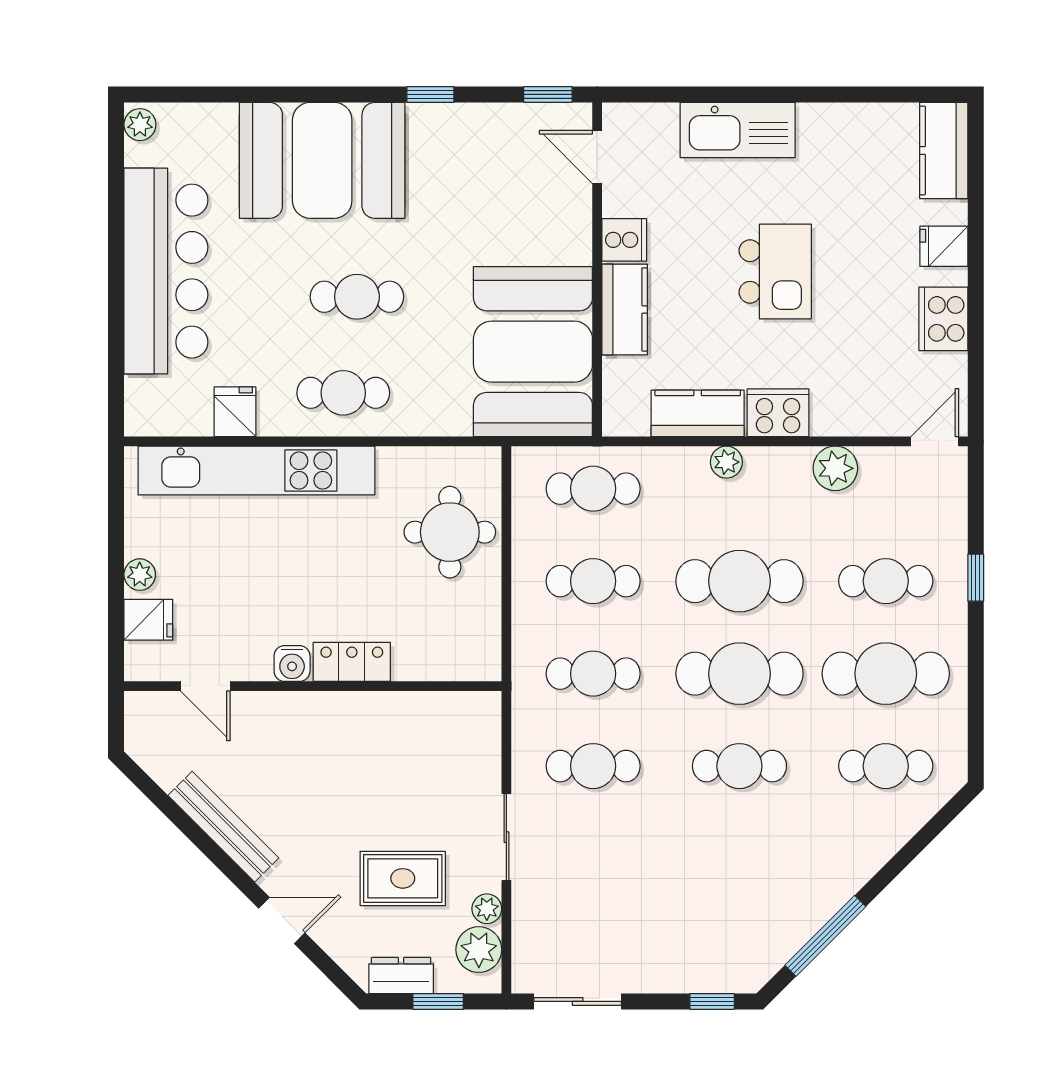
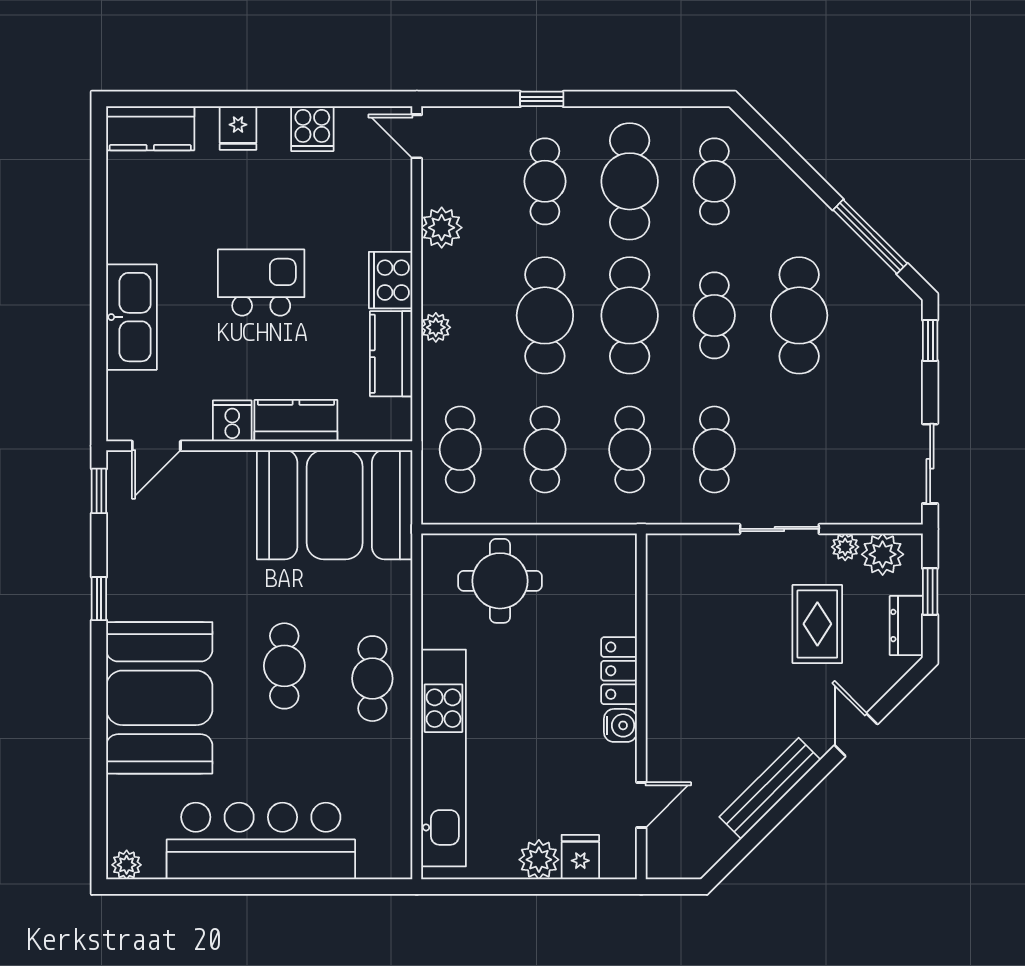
cooker: (943, 319) -> (312, 129), width x0.73
fridge: (235, 412) -> (390, 778), removed
plant: (140, 575) -> (539, 860), width x1.38, depth x1.38
cafe table: (739, 858) -> (799, 315), added

